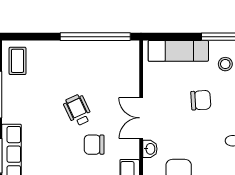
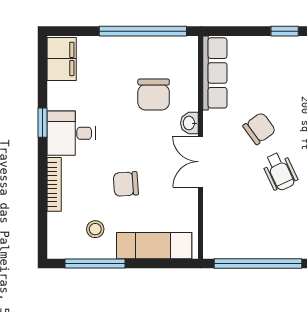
double door: (141, 118) -> (201, 162), swing flipped
chair: (94, 145) -> (259, 128), turned -36

